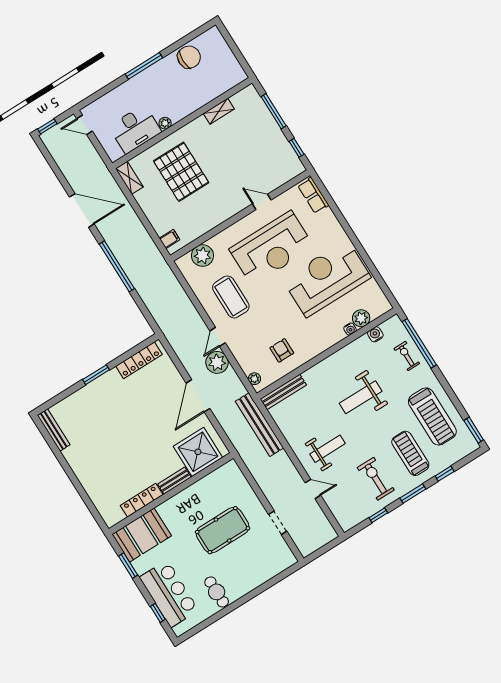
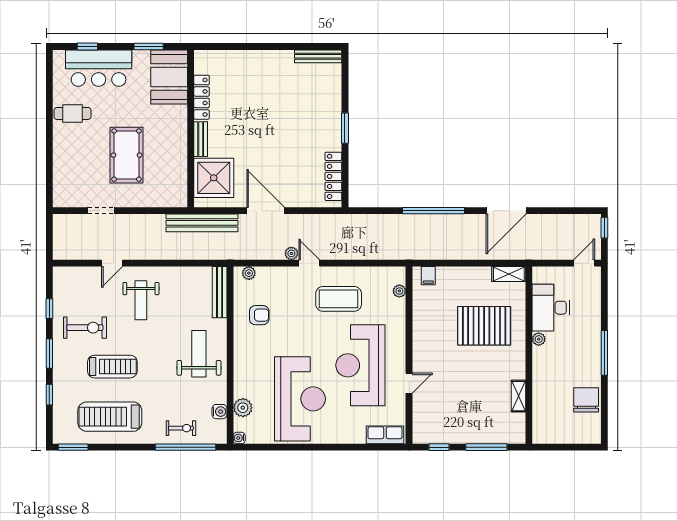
chair: (189, 57) -> (586, 400), turned 180
plant: (202, 256) -> (399, 291), width x0.53, depth x0.53
water cooler: (350, 329) -> (239, 438), moved
plant: (217, 362) -> (291, 253), width x0.53, depth x0.53
weight bench: (361, 397) -> (199, 354), moved
bench: (259, 425) -> (202, 223), moved
treadmill: (410, 453) -> (112, 367), moved

